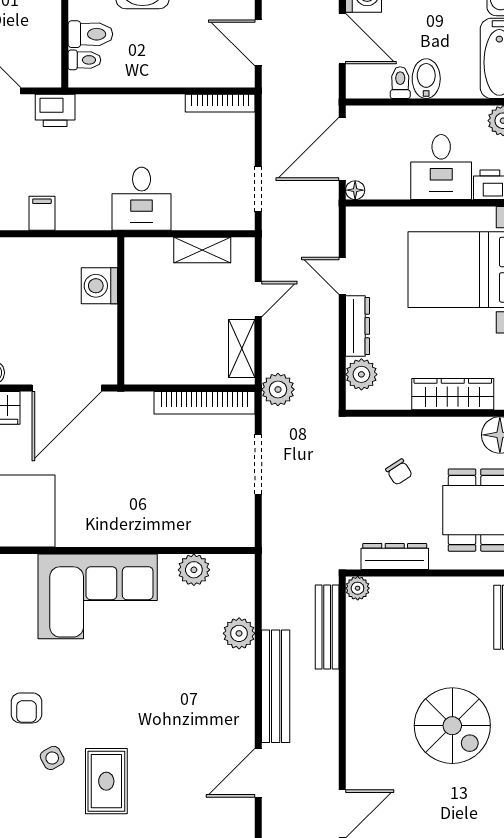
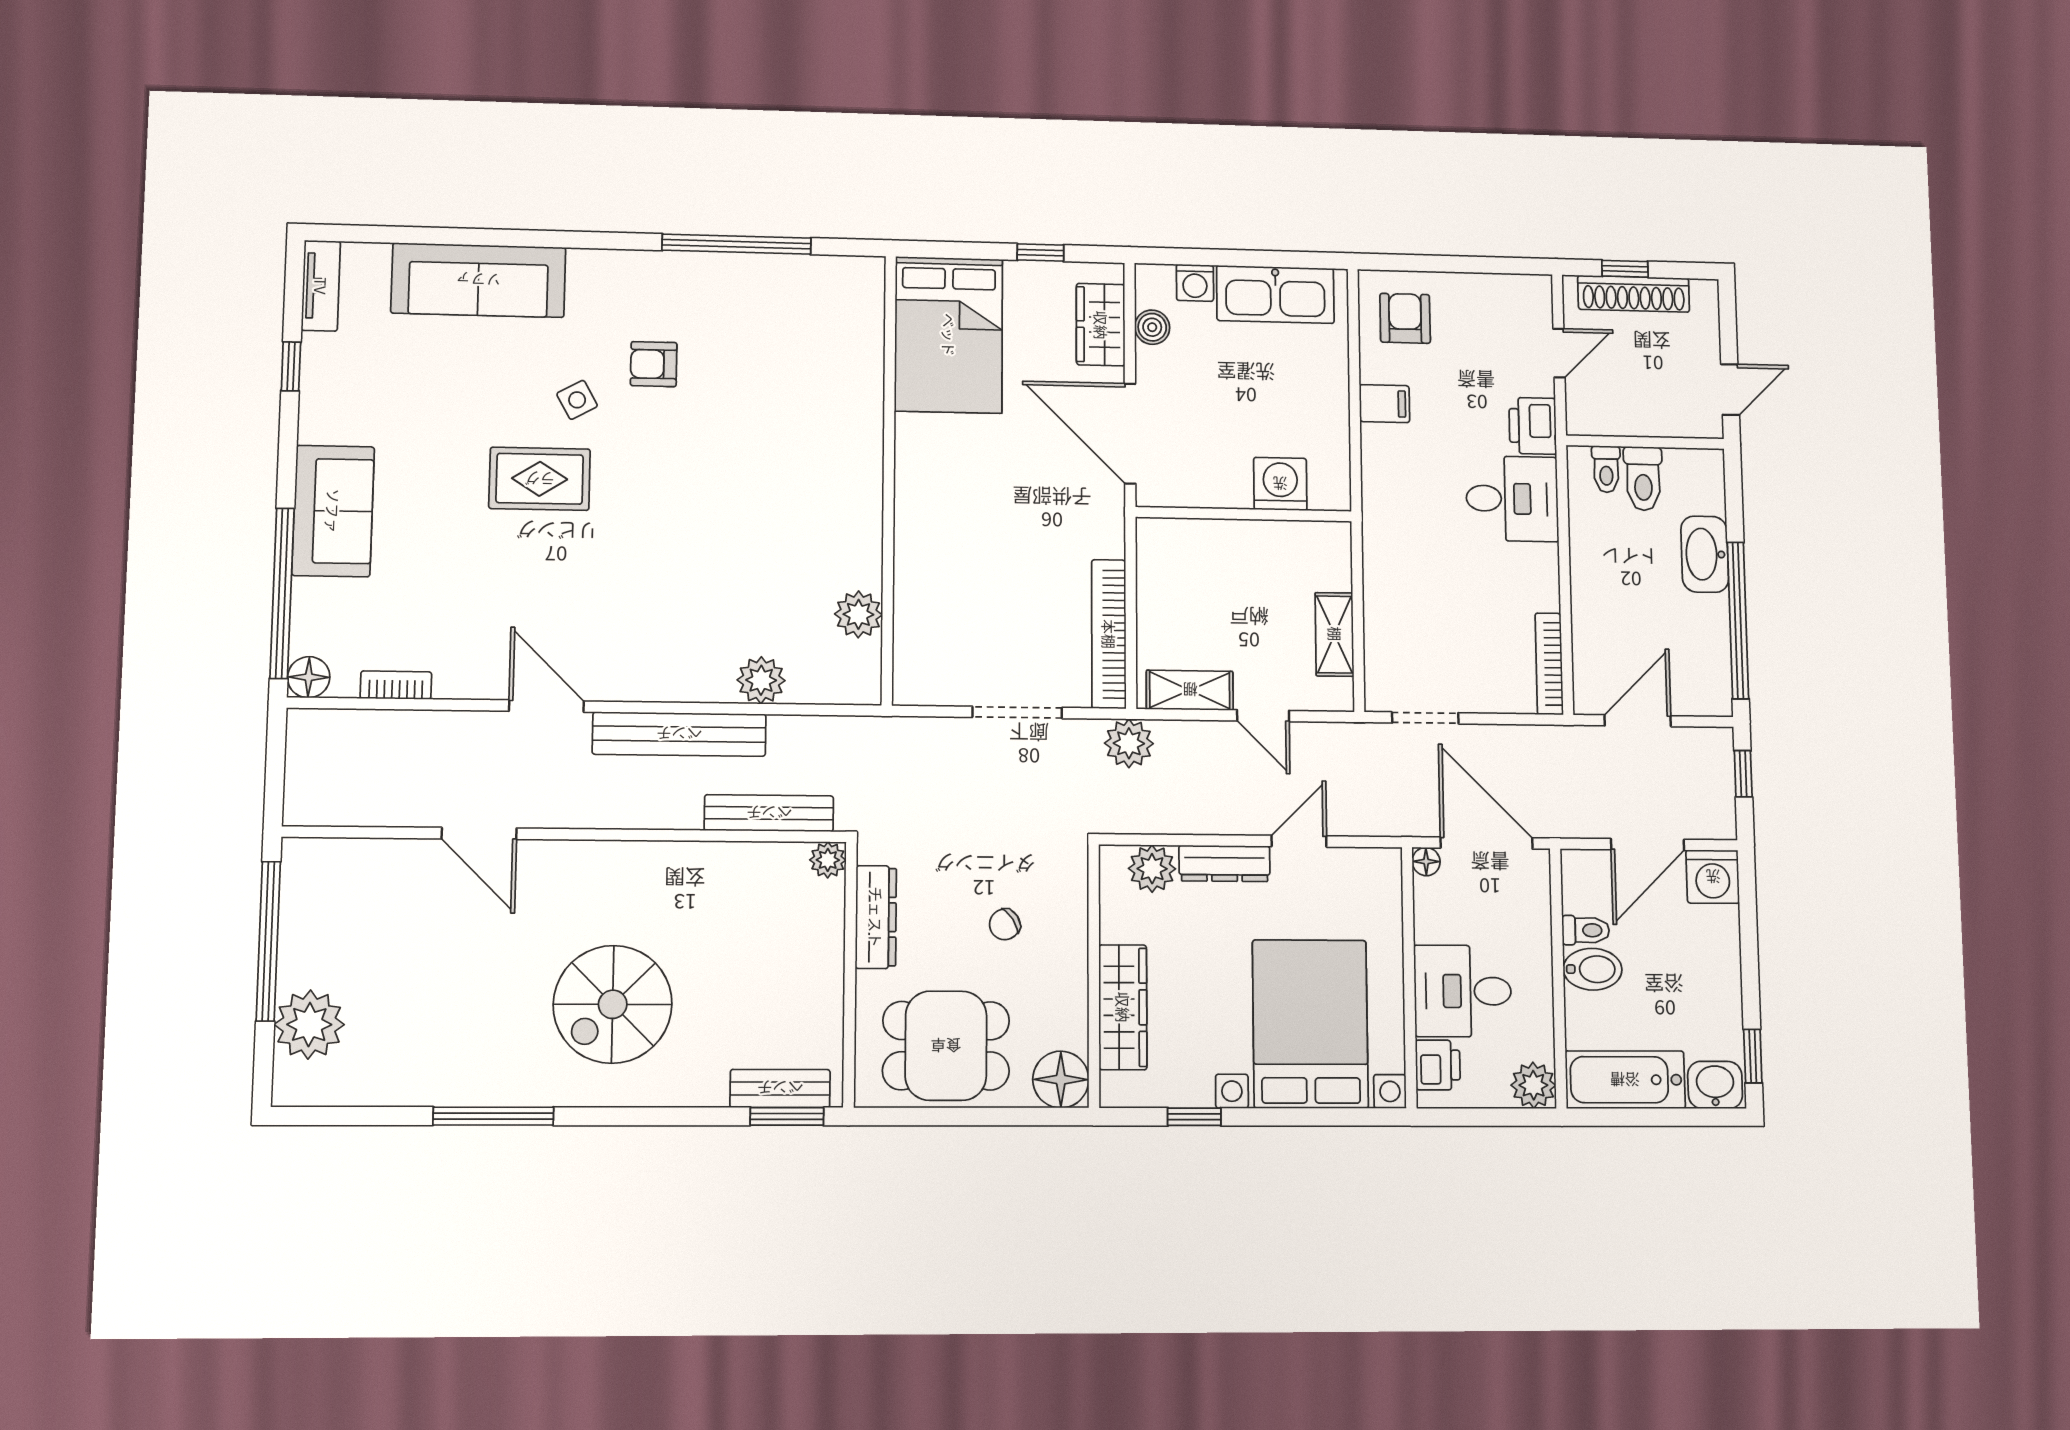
desk: (142, 199) -> (1512, 499), moved, turned 180
corner sofa: (98, 596) -> (820, 472), removed

